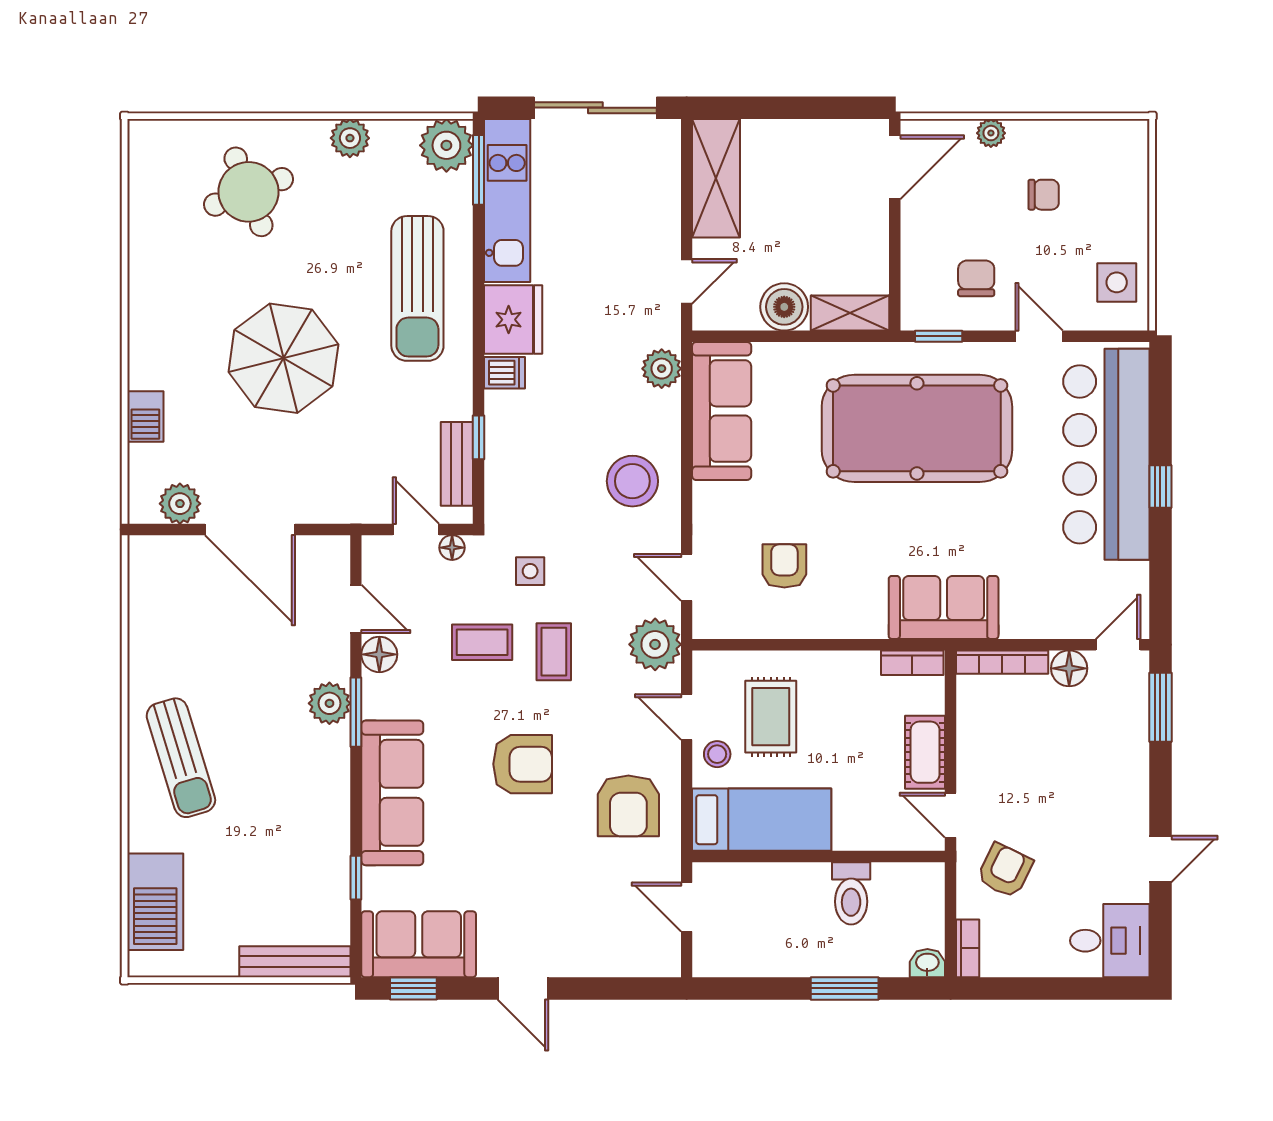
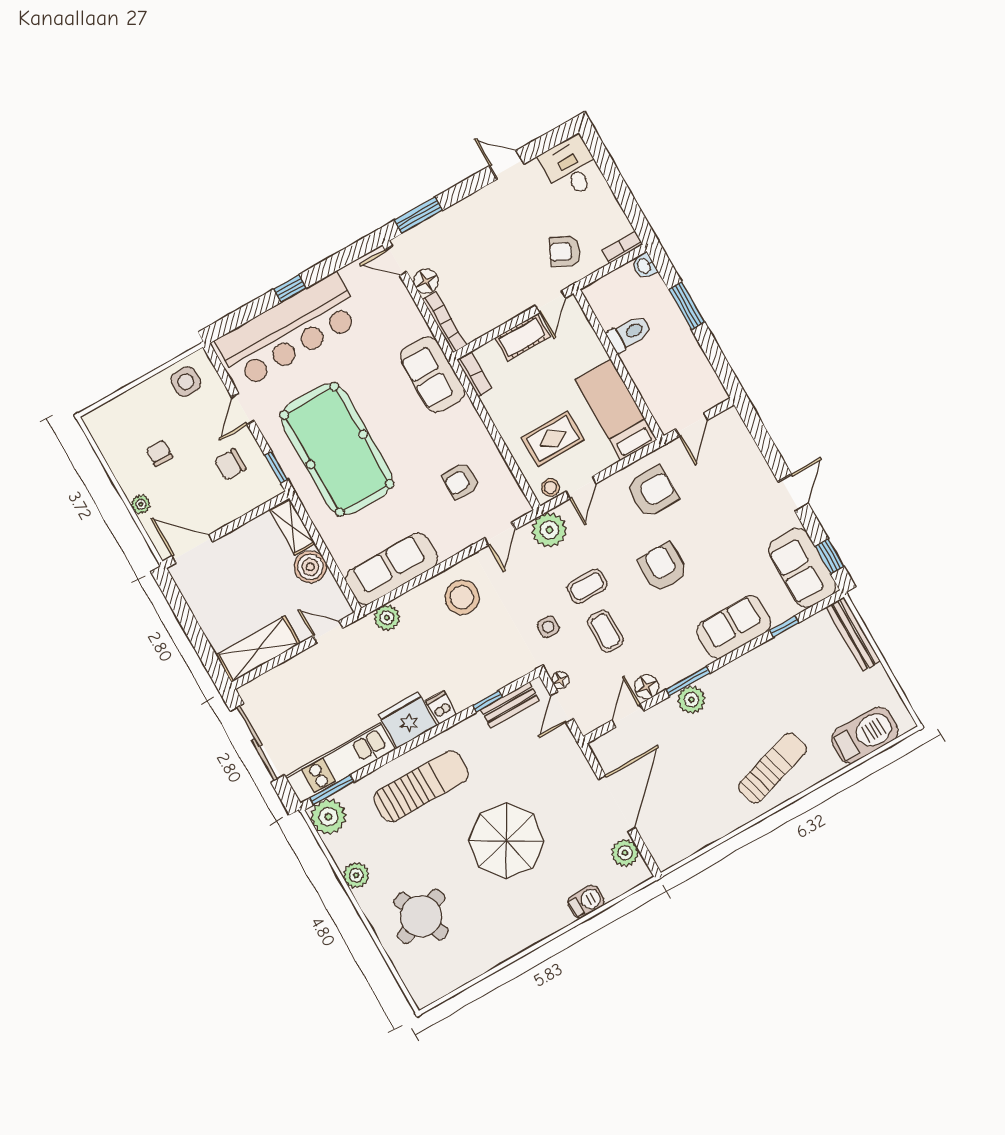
stool: (717, 754) -> (550, 488), moved
sofa: (392, 793) -> (734, 627), width x0.73

